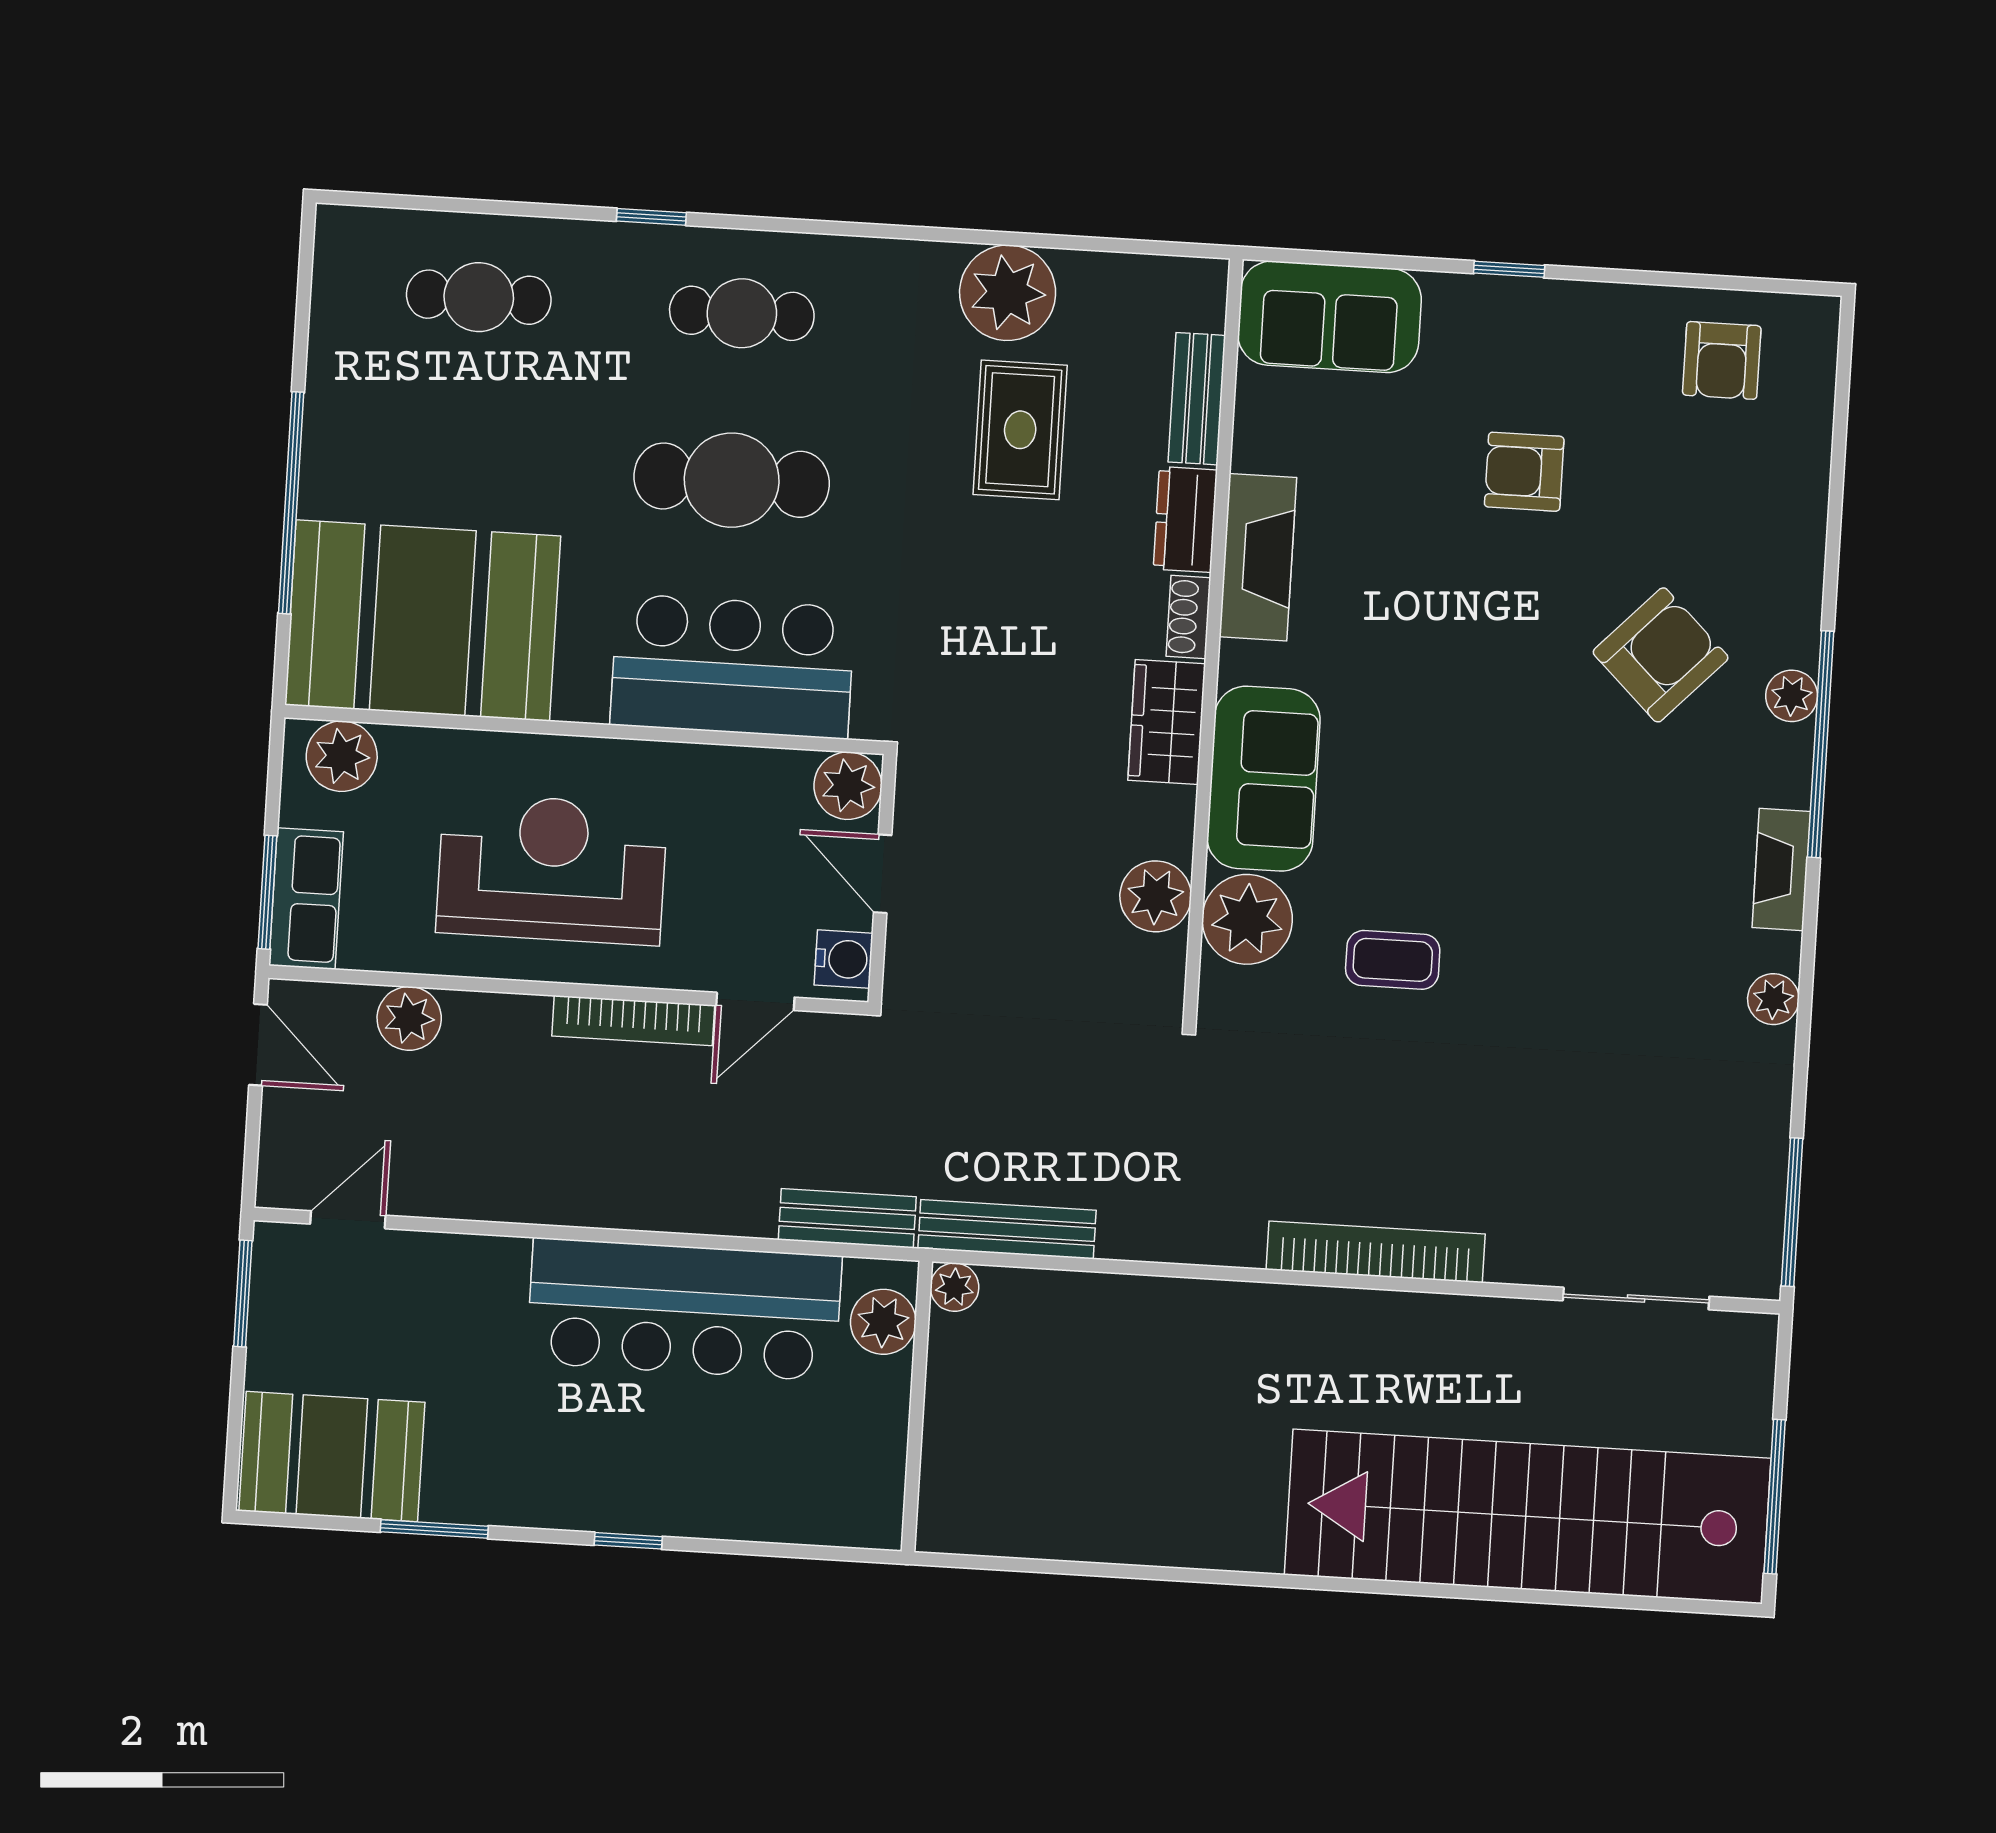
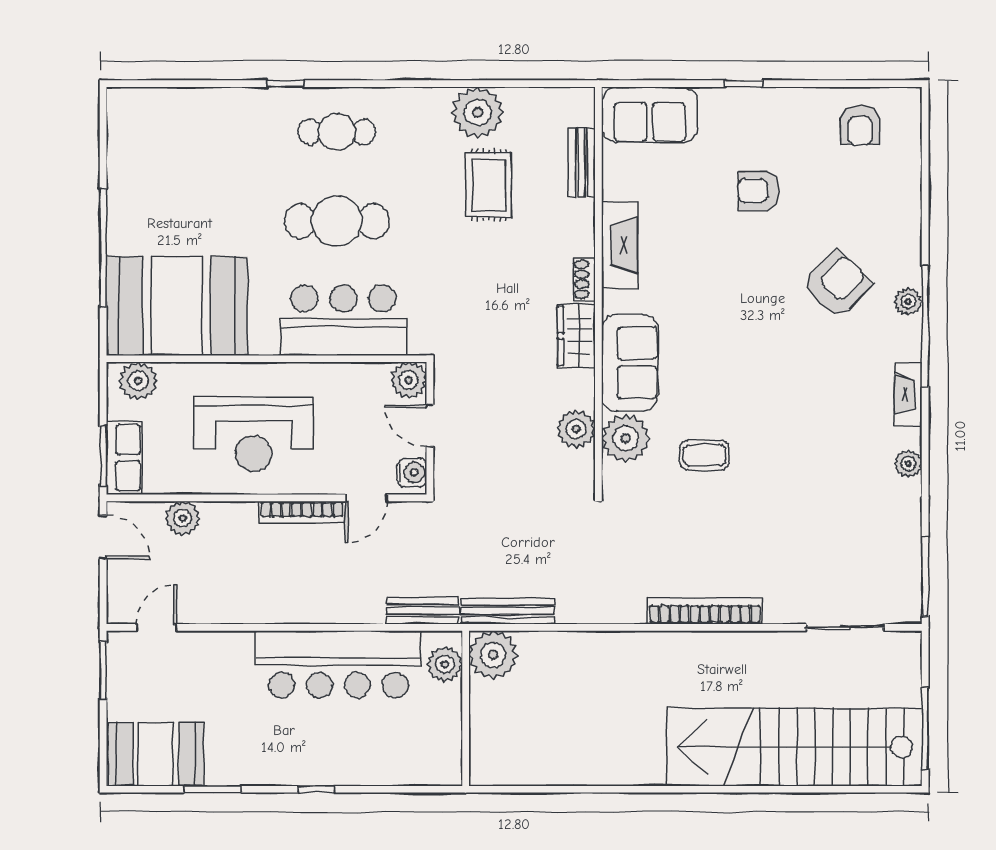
cafe table: (479, 297) -> (196, 132), removed
dresser: (1185, 520) -> (580, 227), removed
reception desk: (552, 869) -> (254, 434), turned 180
plant: (955, 1287) -> (493, 655), width x1.88, depth x1.88

